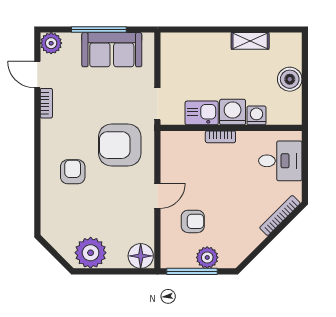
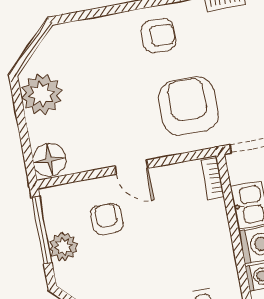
bookcase: (220, 137) -> (213, 179), moved
armchair: (73, 172) -> (158, 36), moved
armchair: (193, 221) -> (107, 219), turned 180

